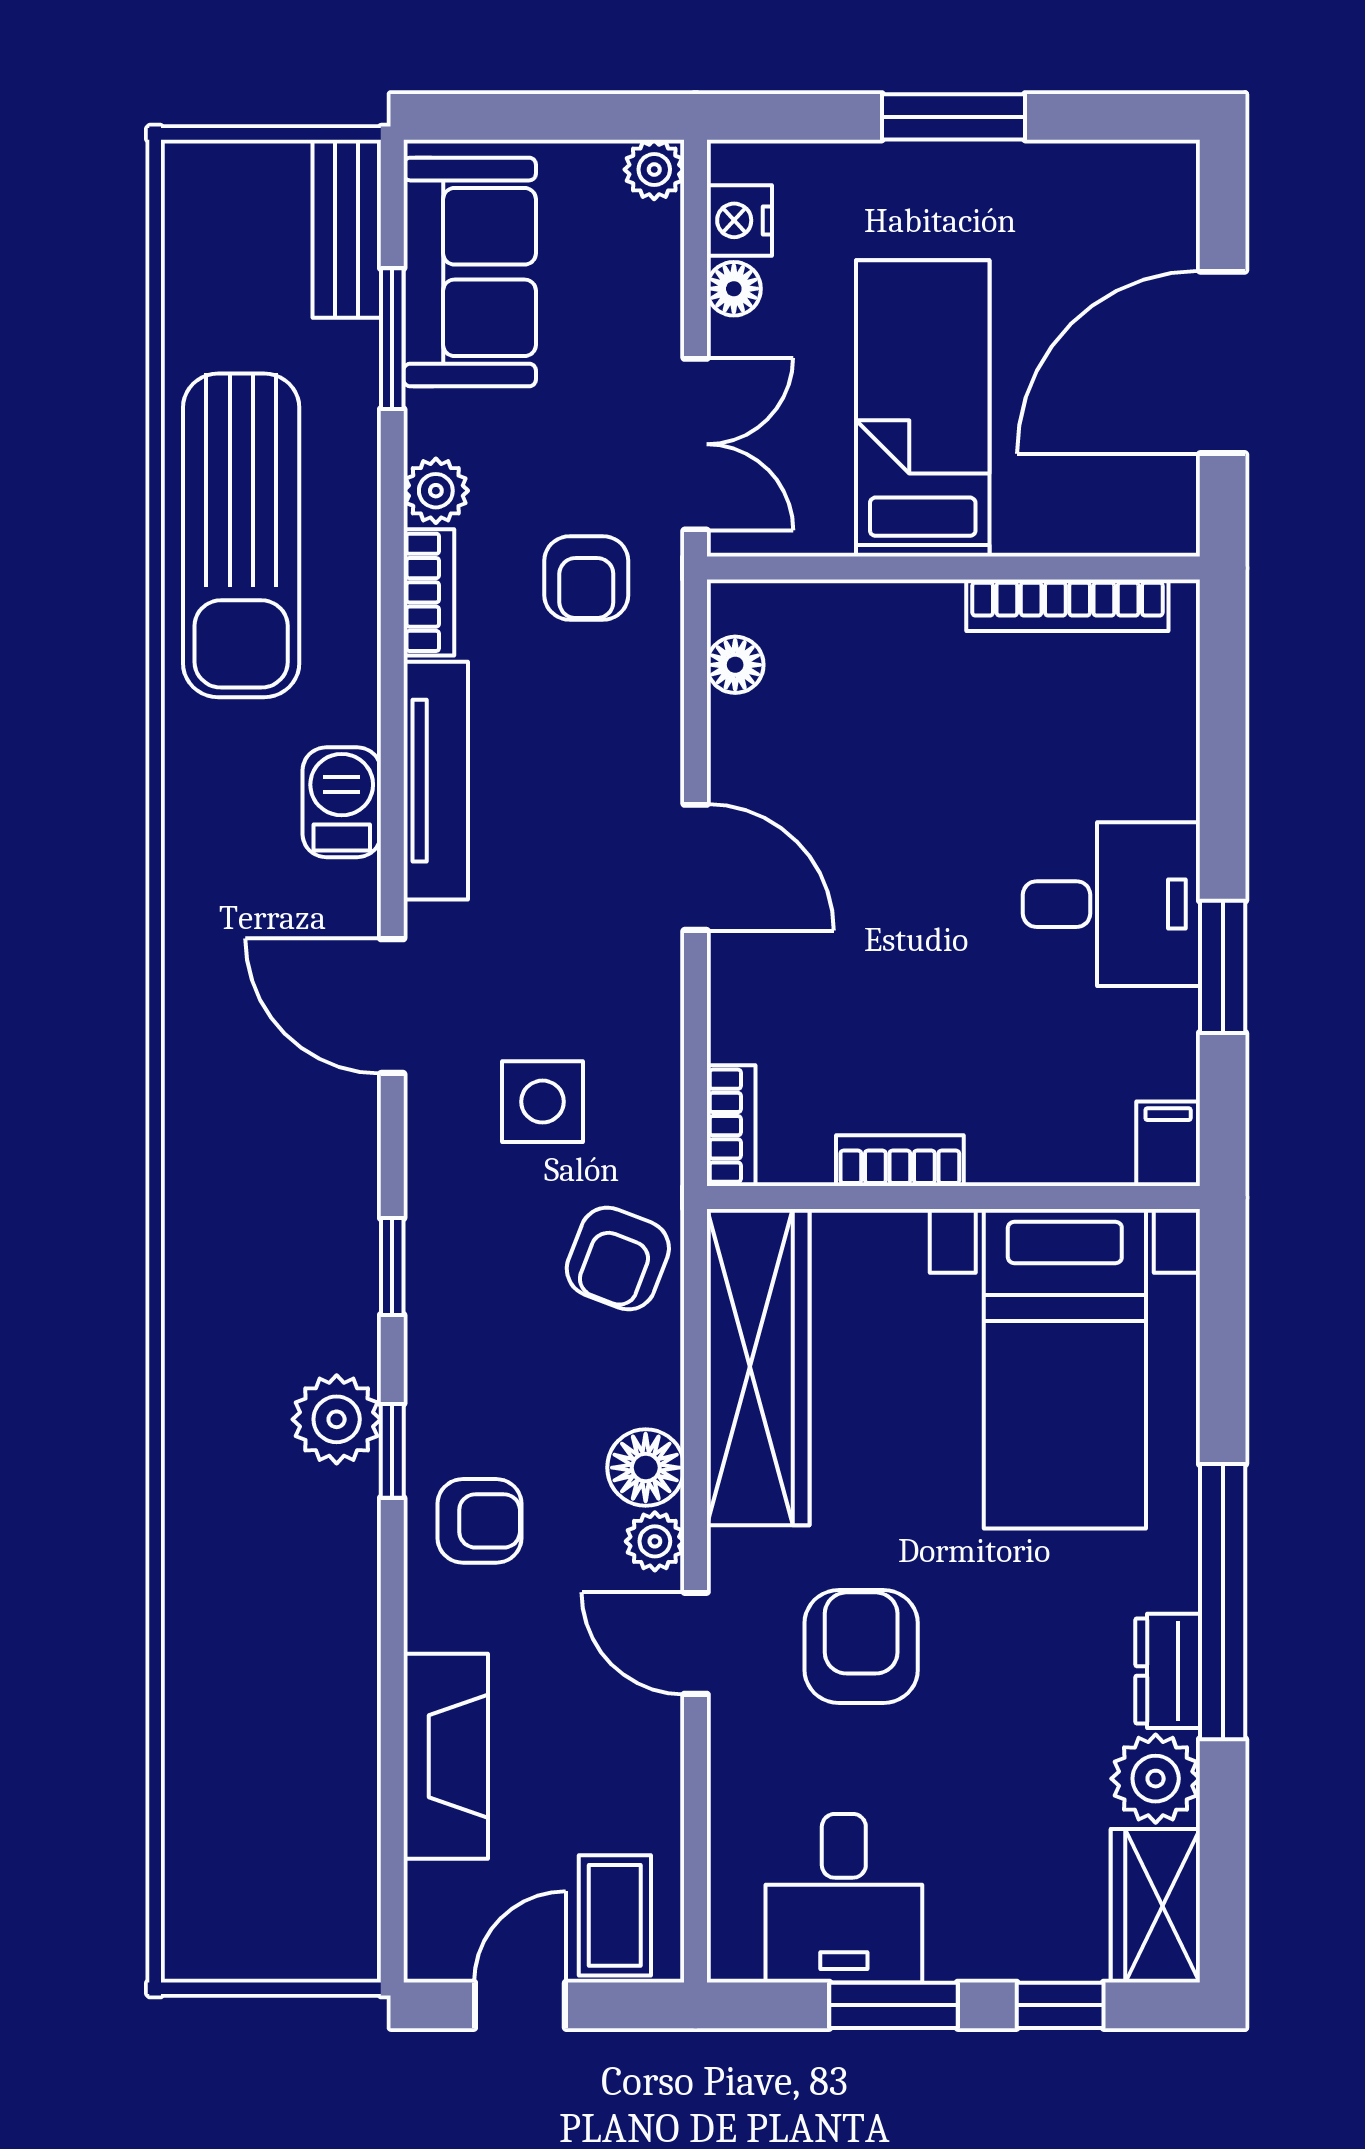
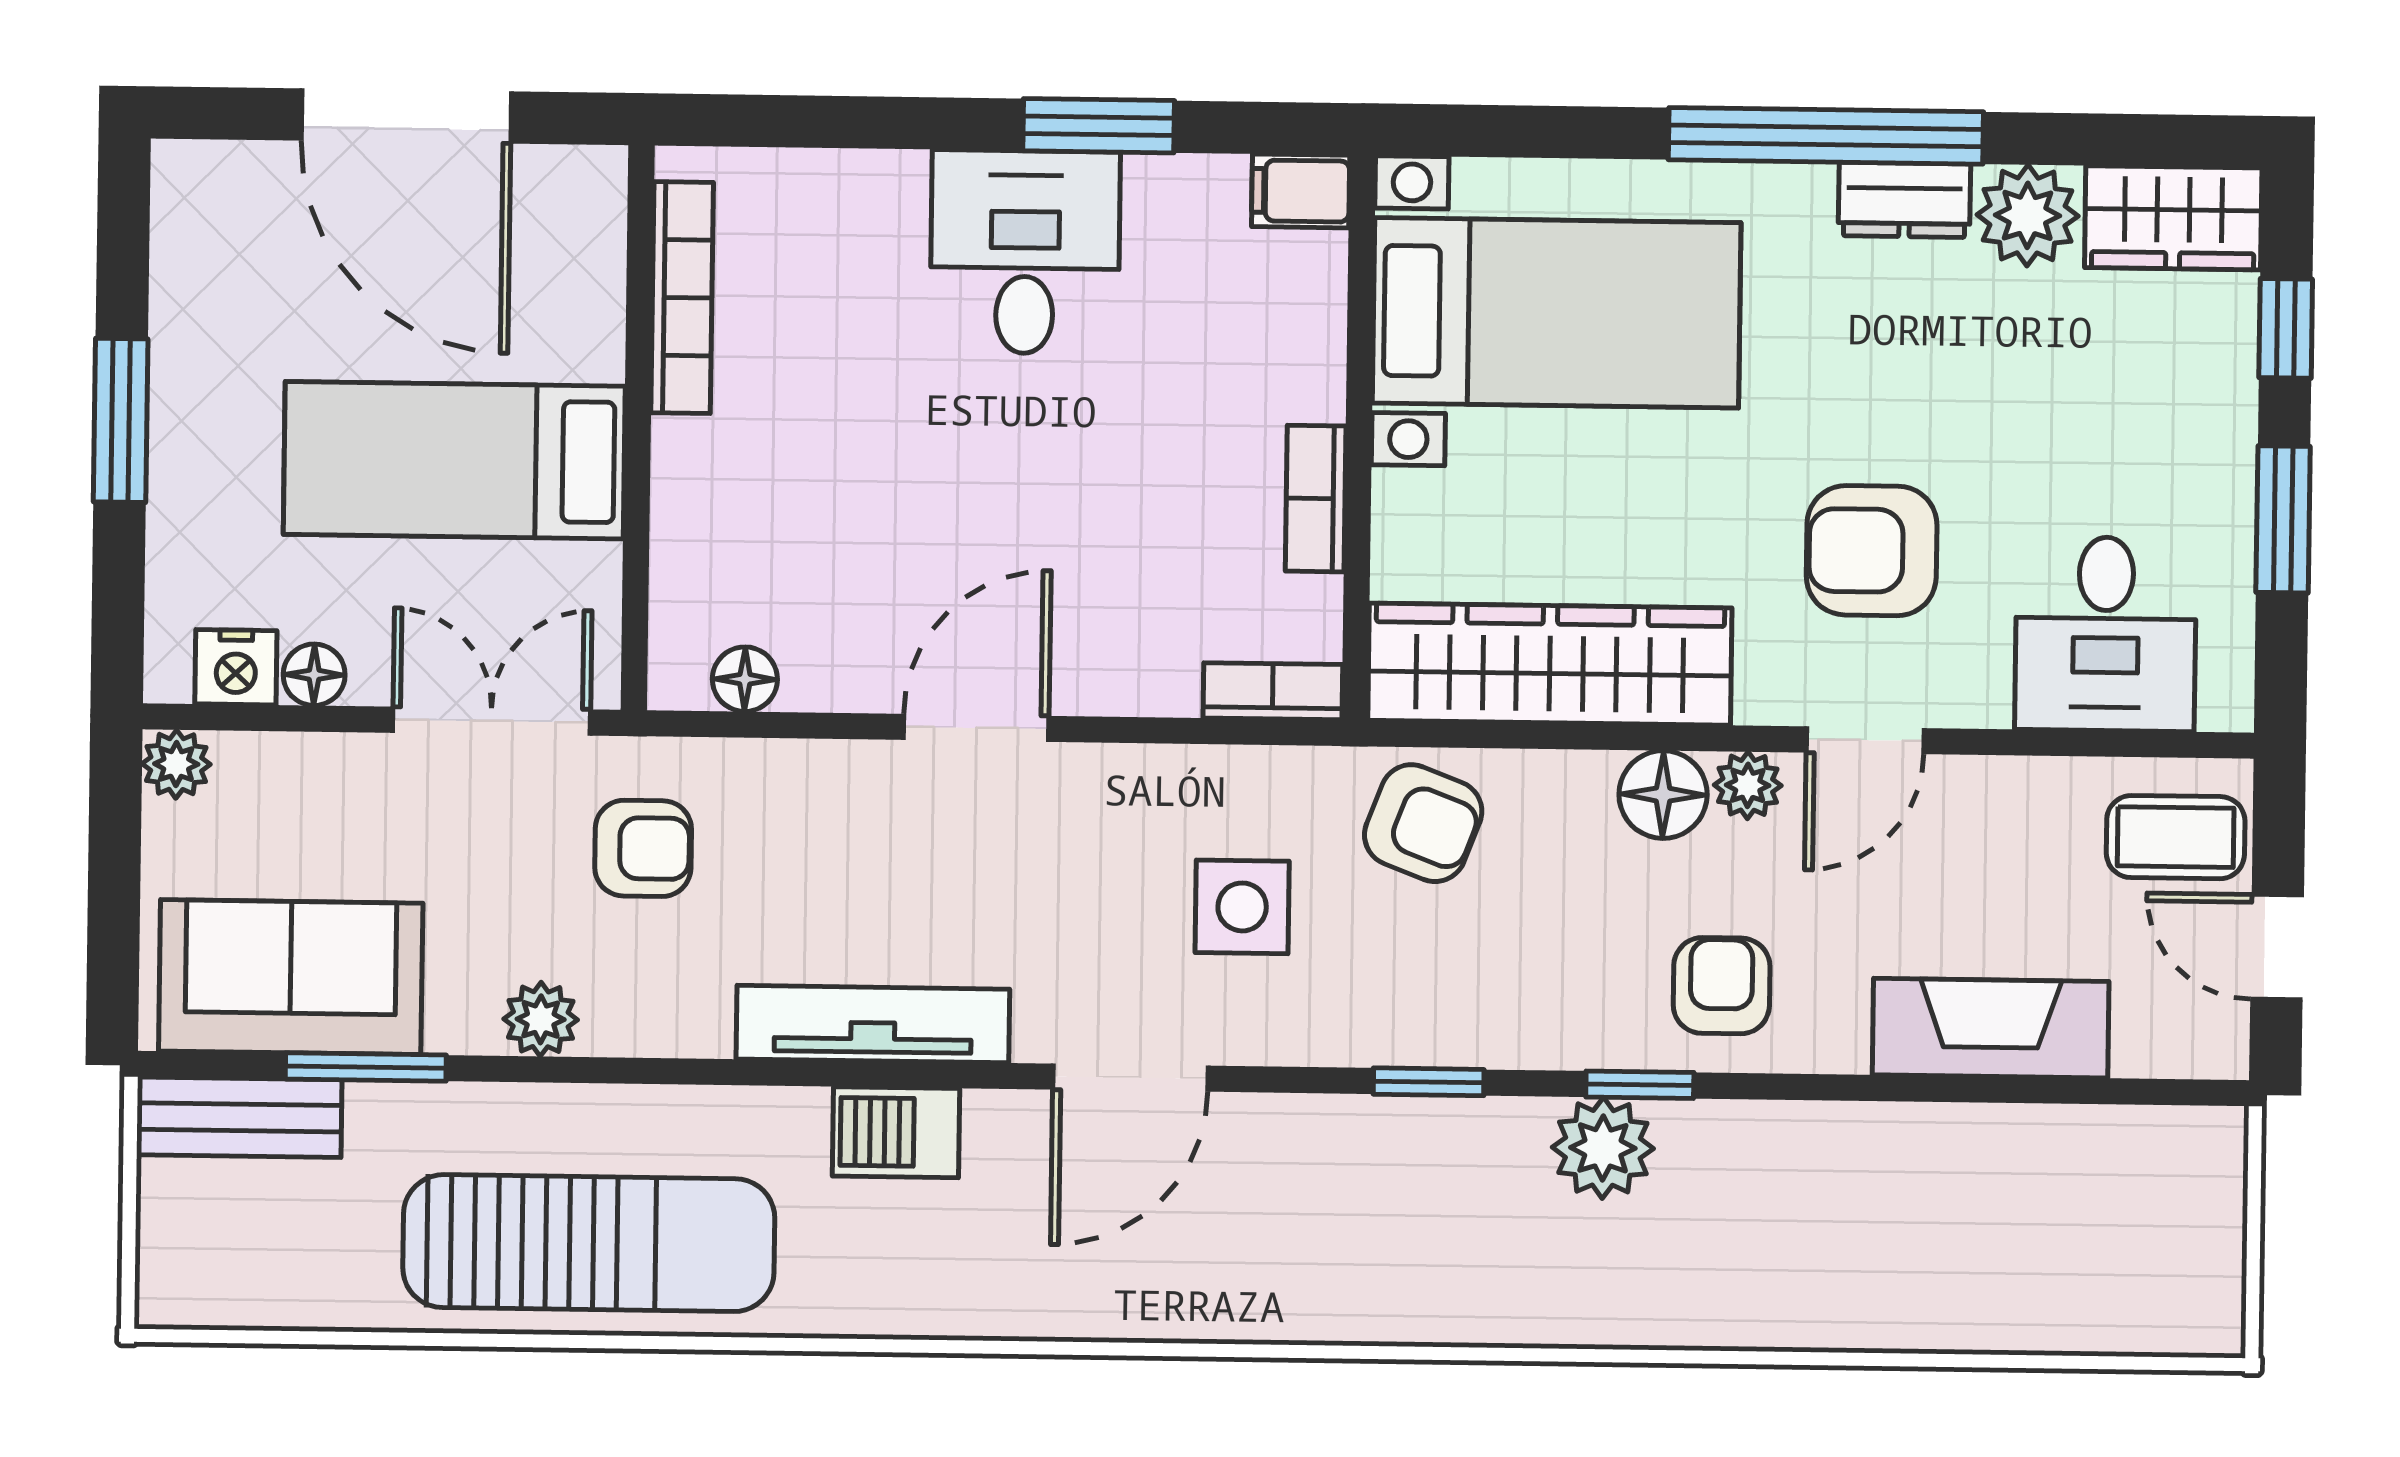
bookcase: (429, 592) -> (657, 1029), removed
desk: (844, 1898) -> (2106, 634), moved, turned 90

